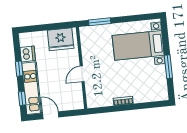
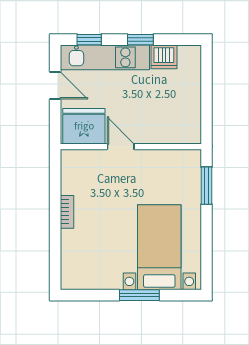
fridge: (61, 39) -> (84, 126), moved, turned 90
window: (168, 67) -> (139, 295), moved
door: (51, 115) -> (55, 86), hinge flipped

